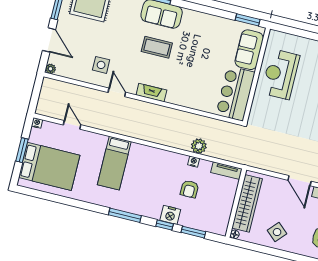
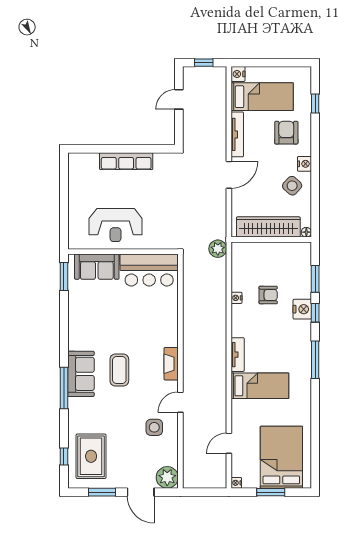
door: (49, 40) -> (141, 492), swing flipped
plant: (51, 69) -> (167, 477), width x1.88, depth x1.88
plant: (199, 146) -> (218, 249), moved
tv unit: (226, 171) -> (238, 355), moved
nightstand: (293, 247) -> (304, 164), added

